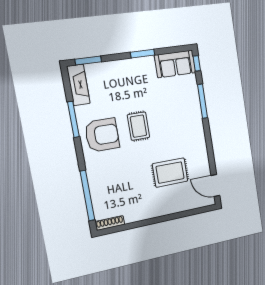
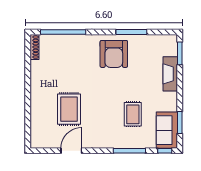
window: (143, 54) -> (180, 122), moved
fireplace: (78, 85) -> (170, 74), moved, turned 90
rug: (138, 126) -> (133, 114), moved, turned 90
door: (215, 186) -> (71, 151), moved

